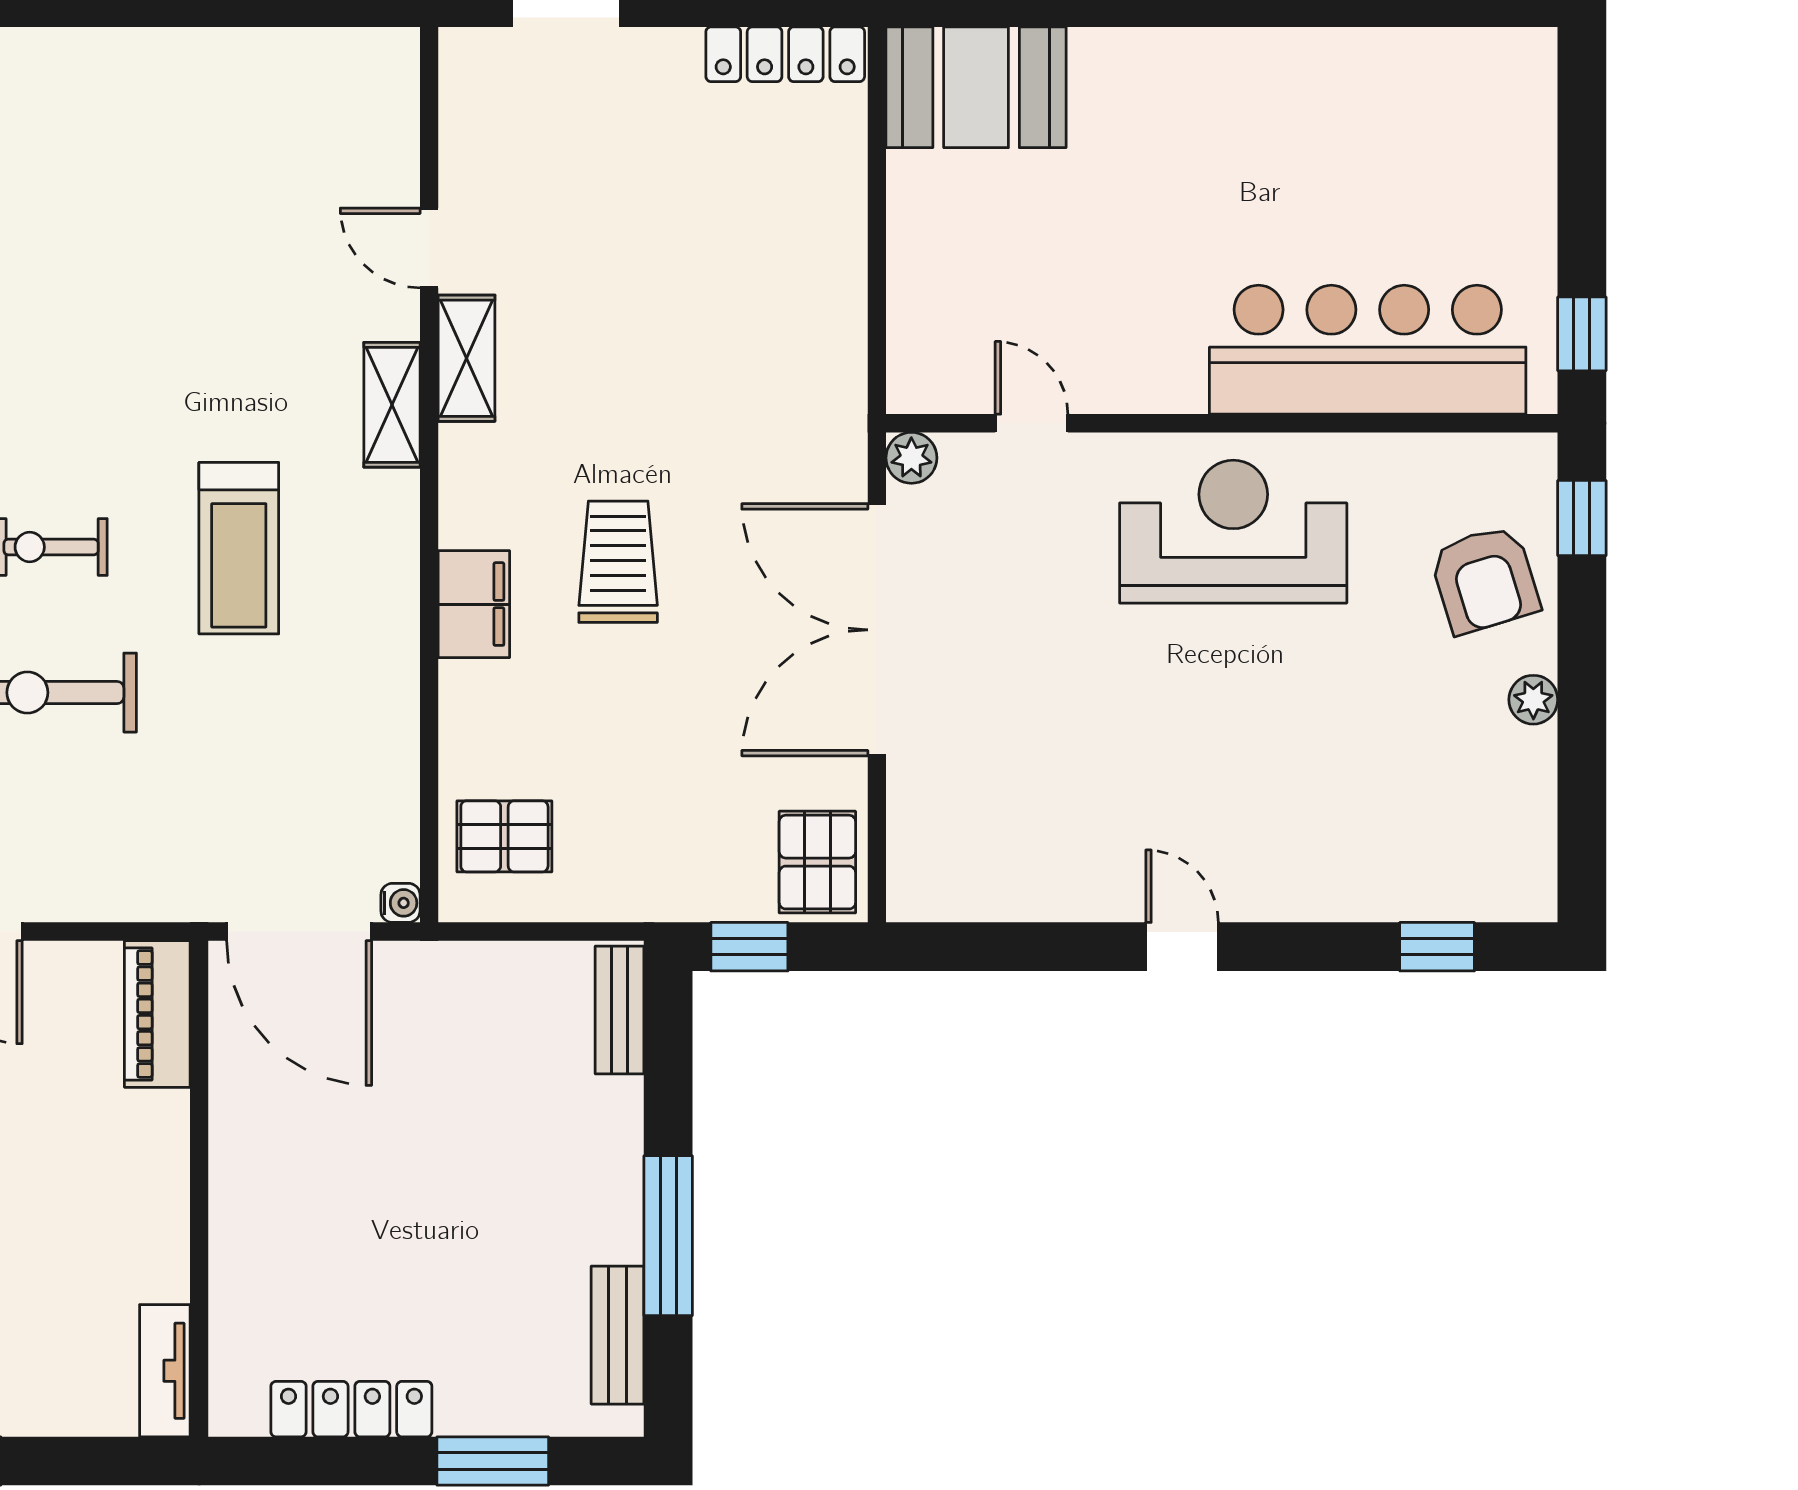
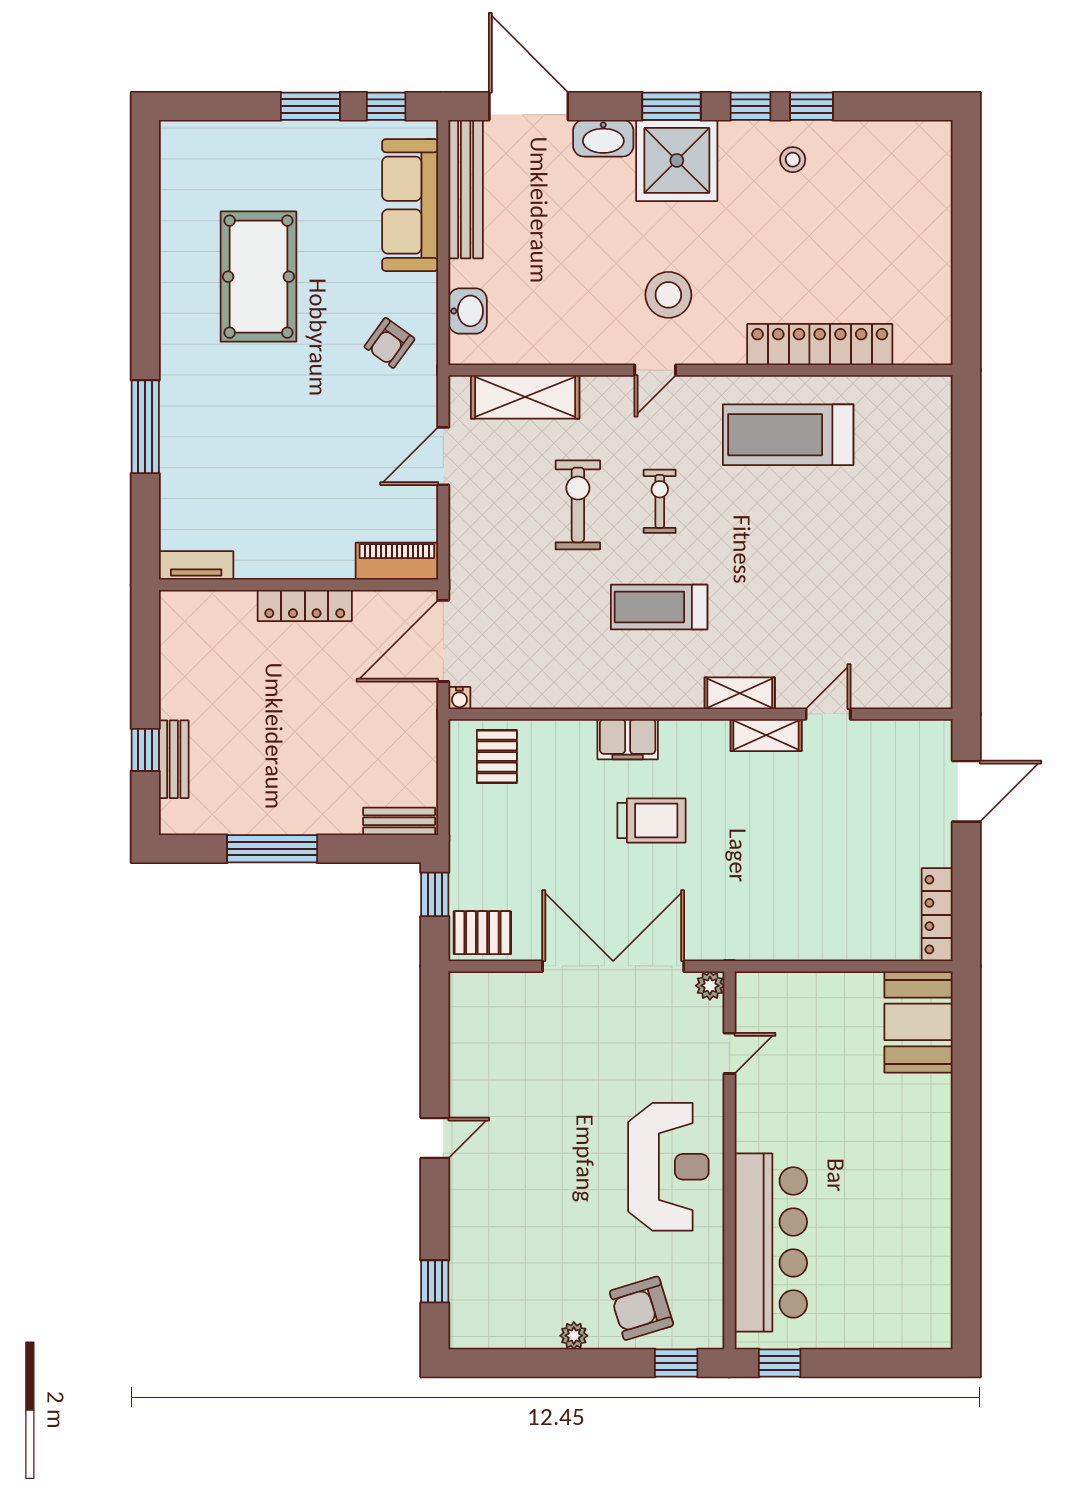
bench: (618, 1335) -> (174, 759), moved, turned 90
locker: (351, 1409) -> (305, 605), moved, turned 90
window: (493, 1461) -> (145, 750), width x0.67

